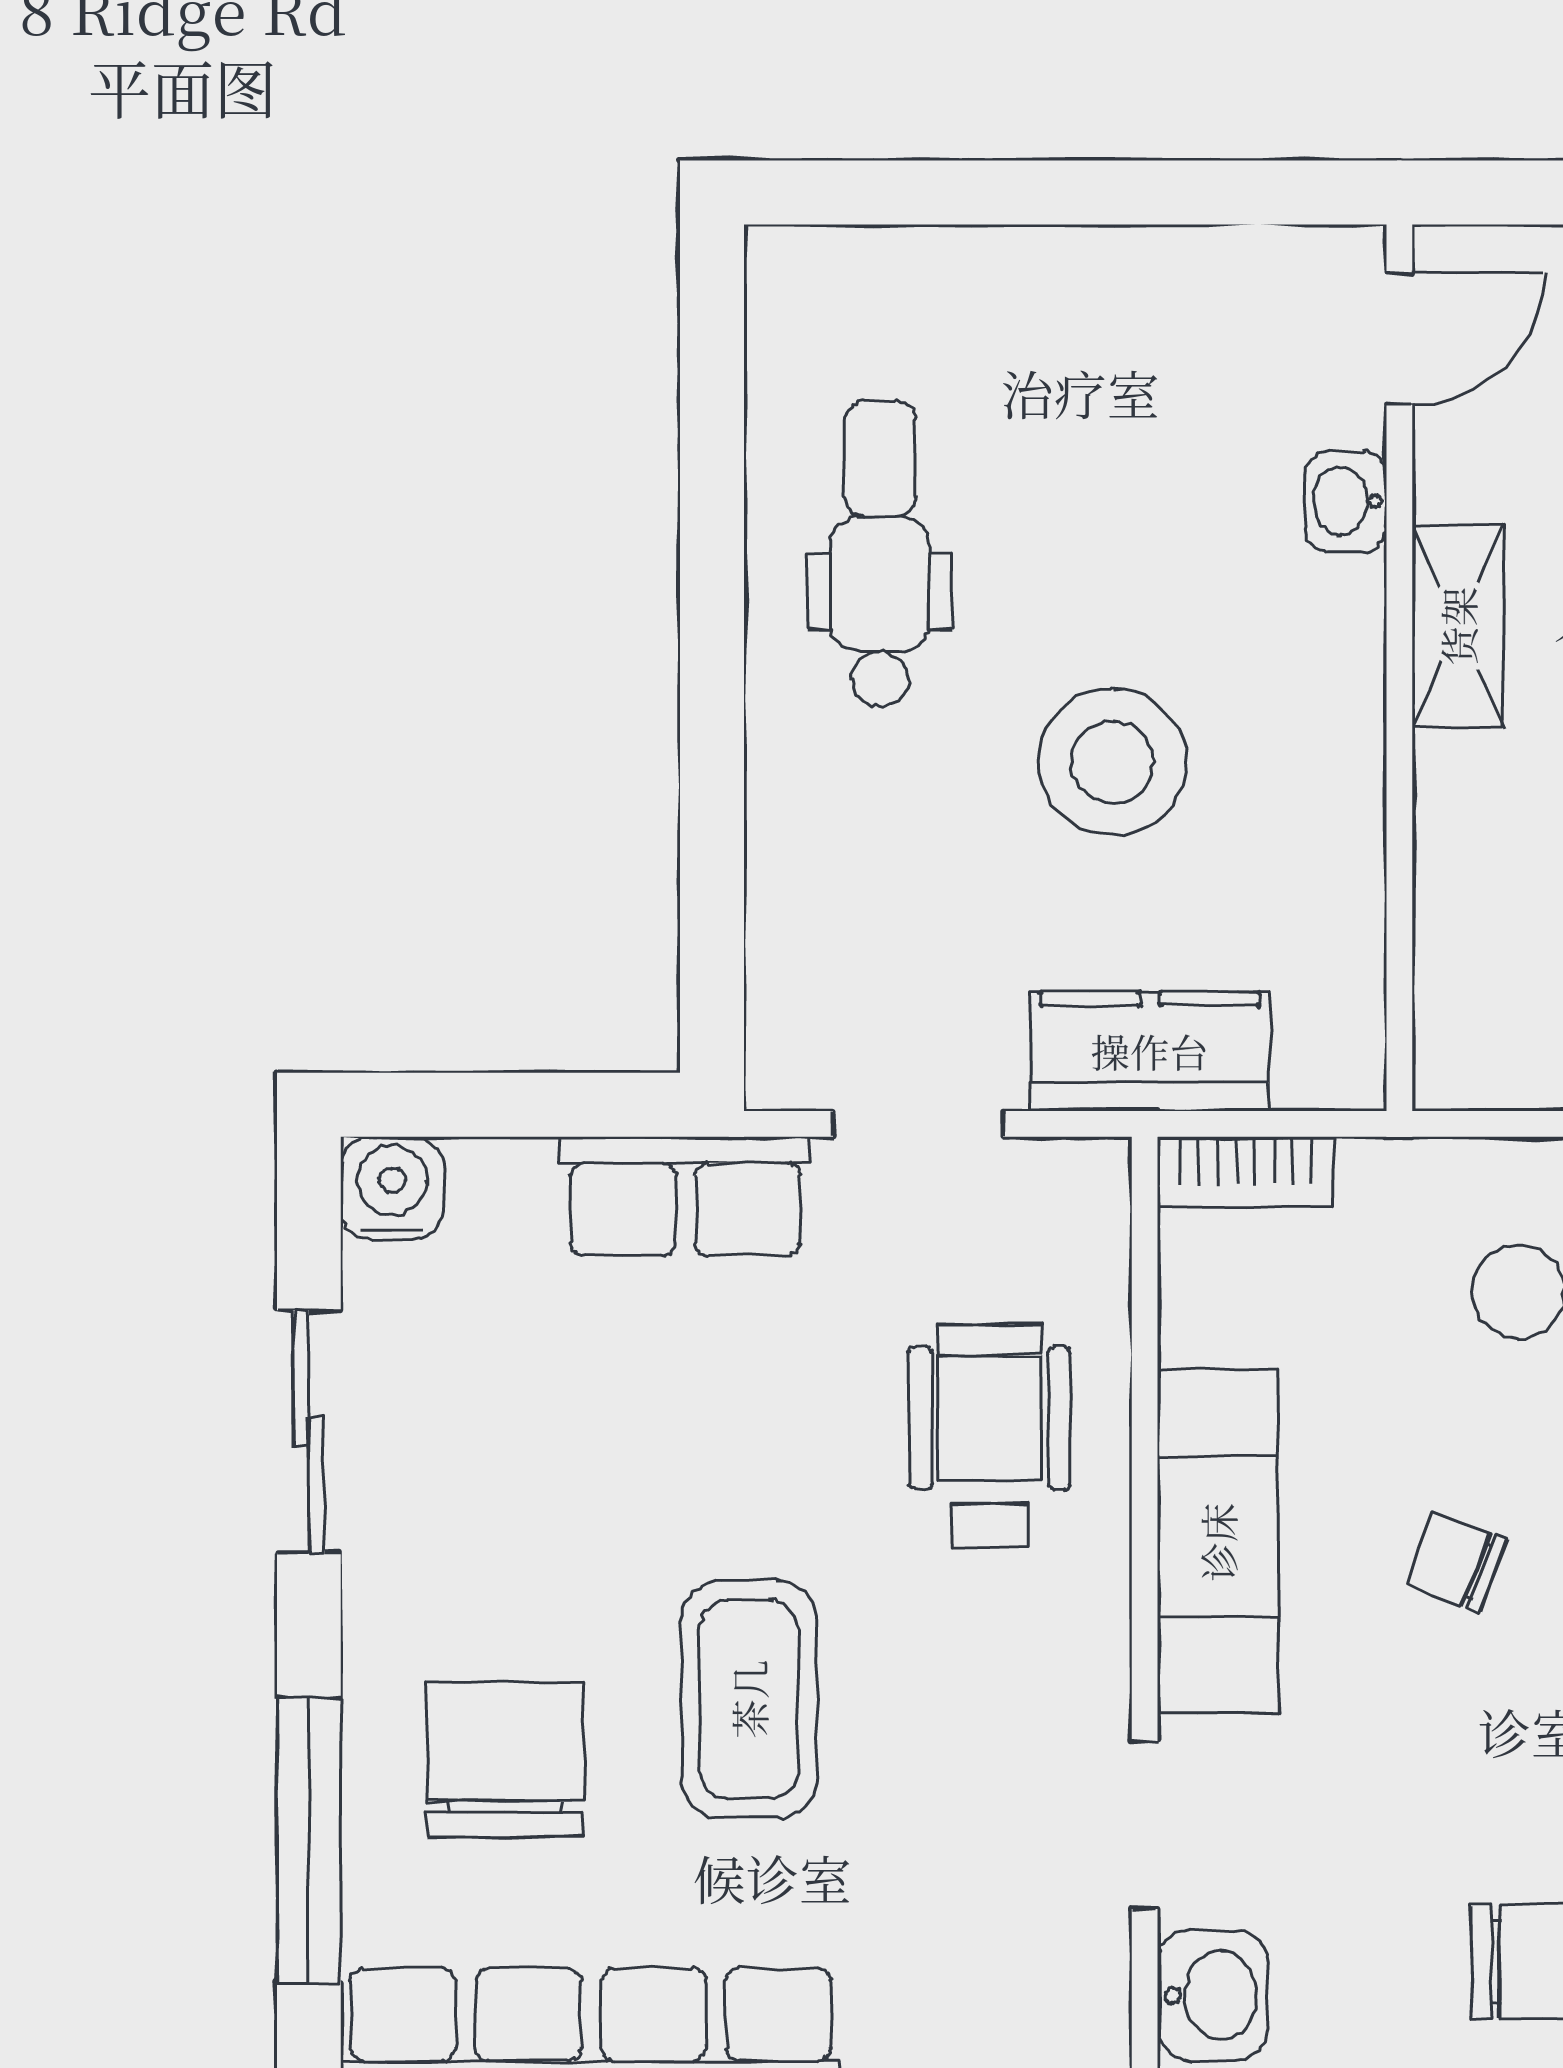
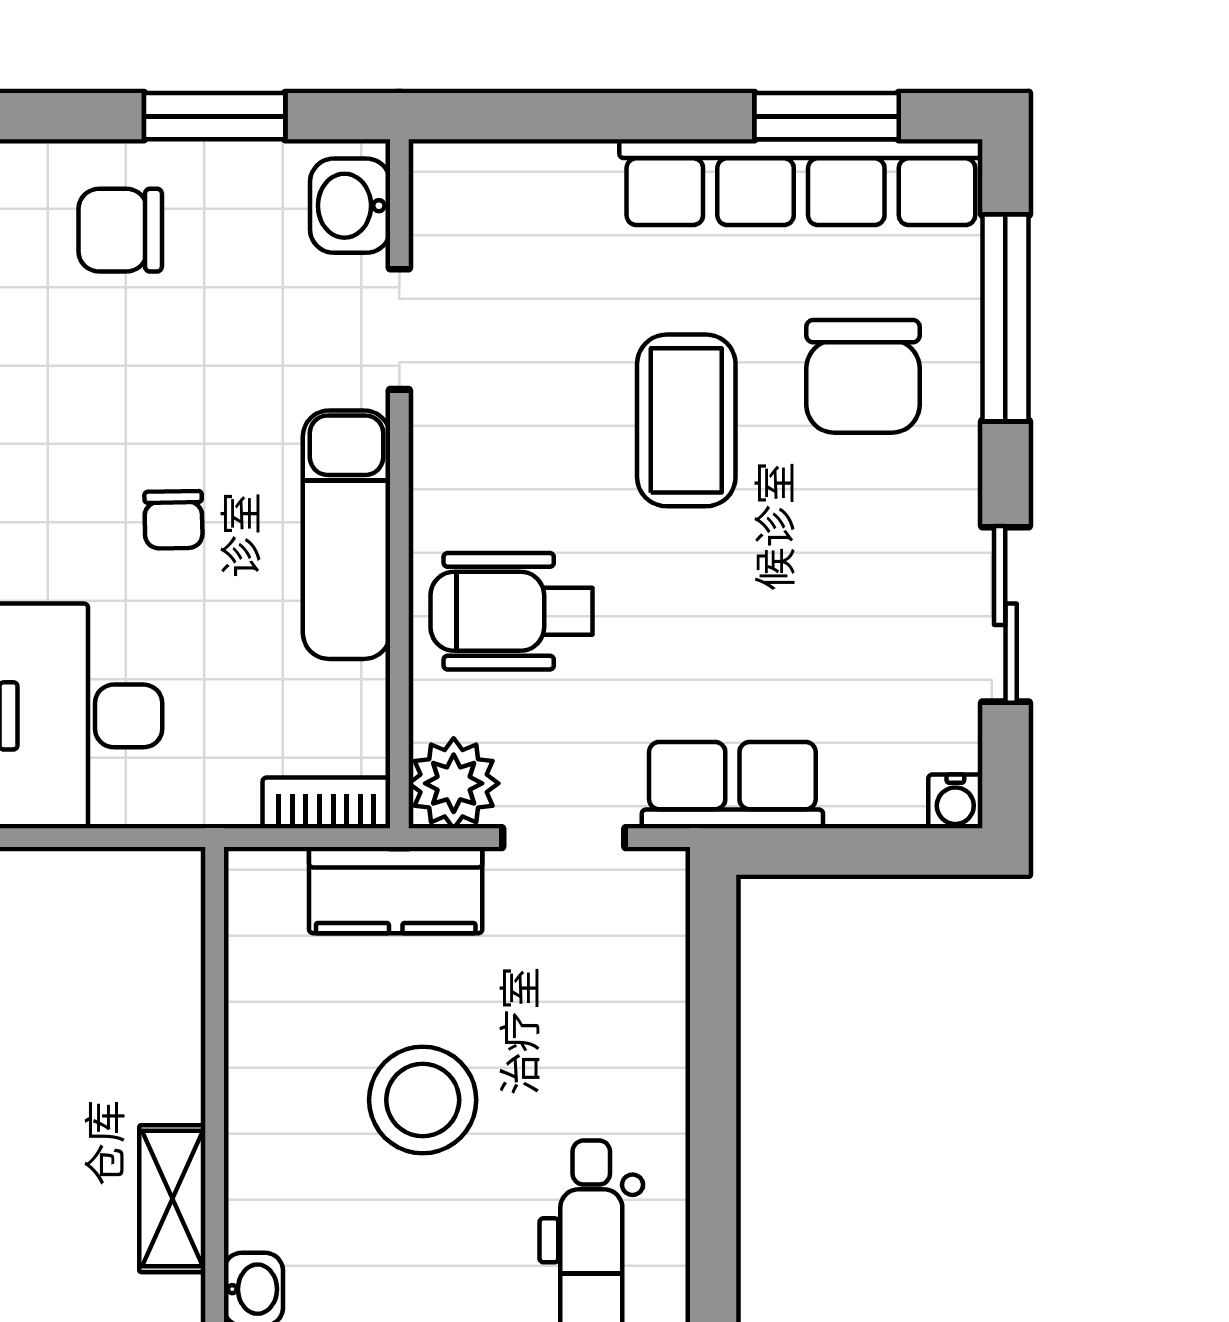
water cooler: (392, 1188) -> (955, 801), width x0.72, depth x0.72
plant: (1070, 1199) -> (454, 783), added
wheelchair: (990, 1436) -> (512, 611), turned 90
chair: (1456, 1562) -> (173, 520), turned 68

